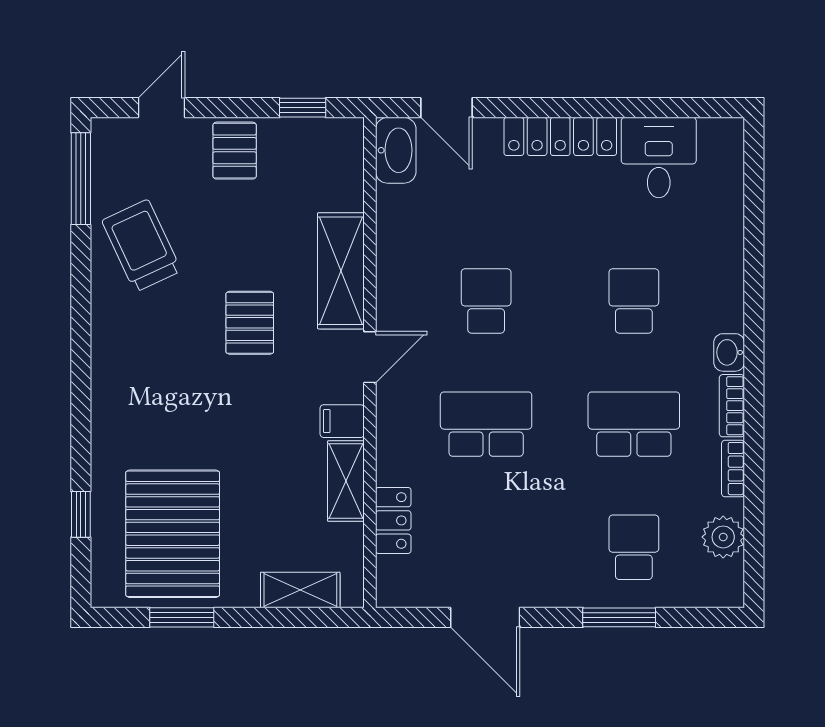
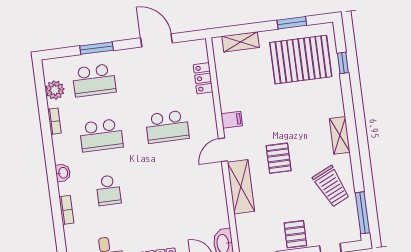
school desk: (486, 301) -> (174, 182), removed
bookcase: (732, 406) -> (66, 210), moved
shelving: (346, 481) -> (340, 135), moved
pallet: (173, 534) -> (301, 60), turned 90
school desk: (634, 547) -> (94, 80), width x1.85

